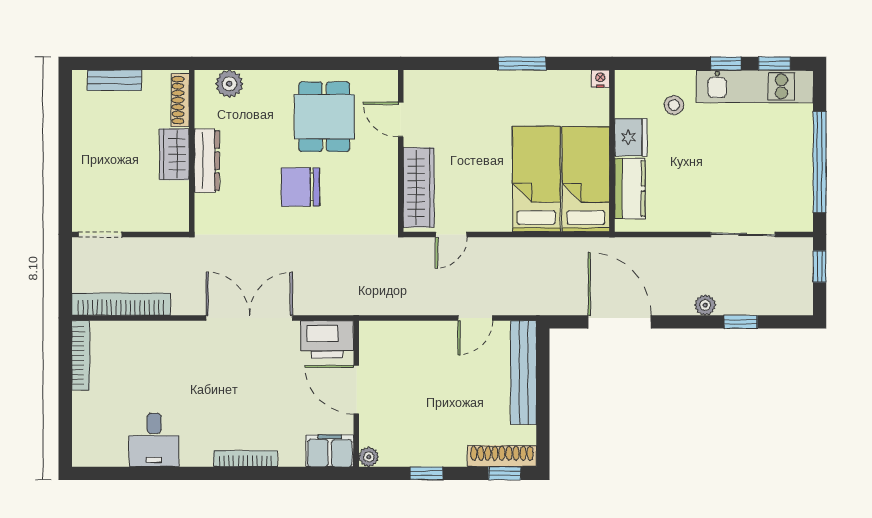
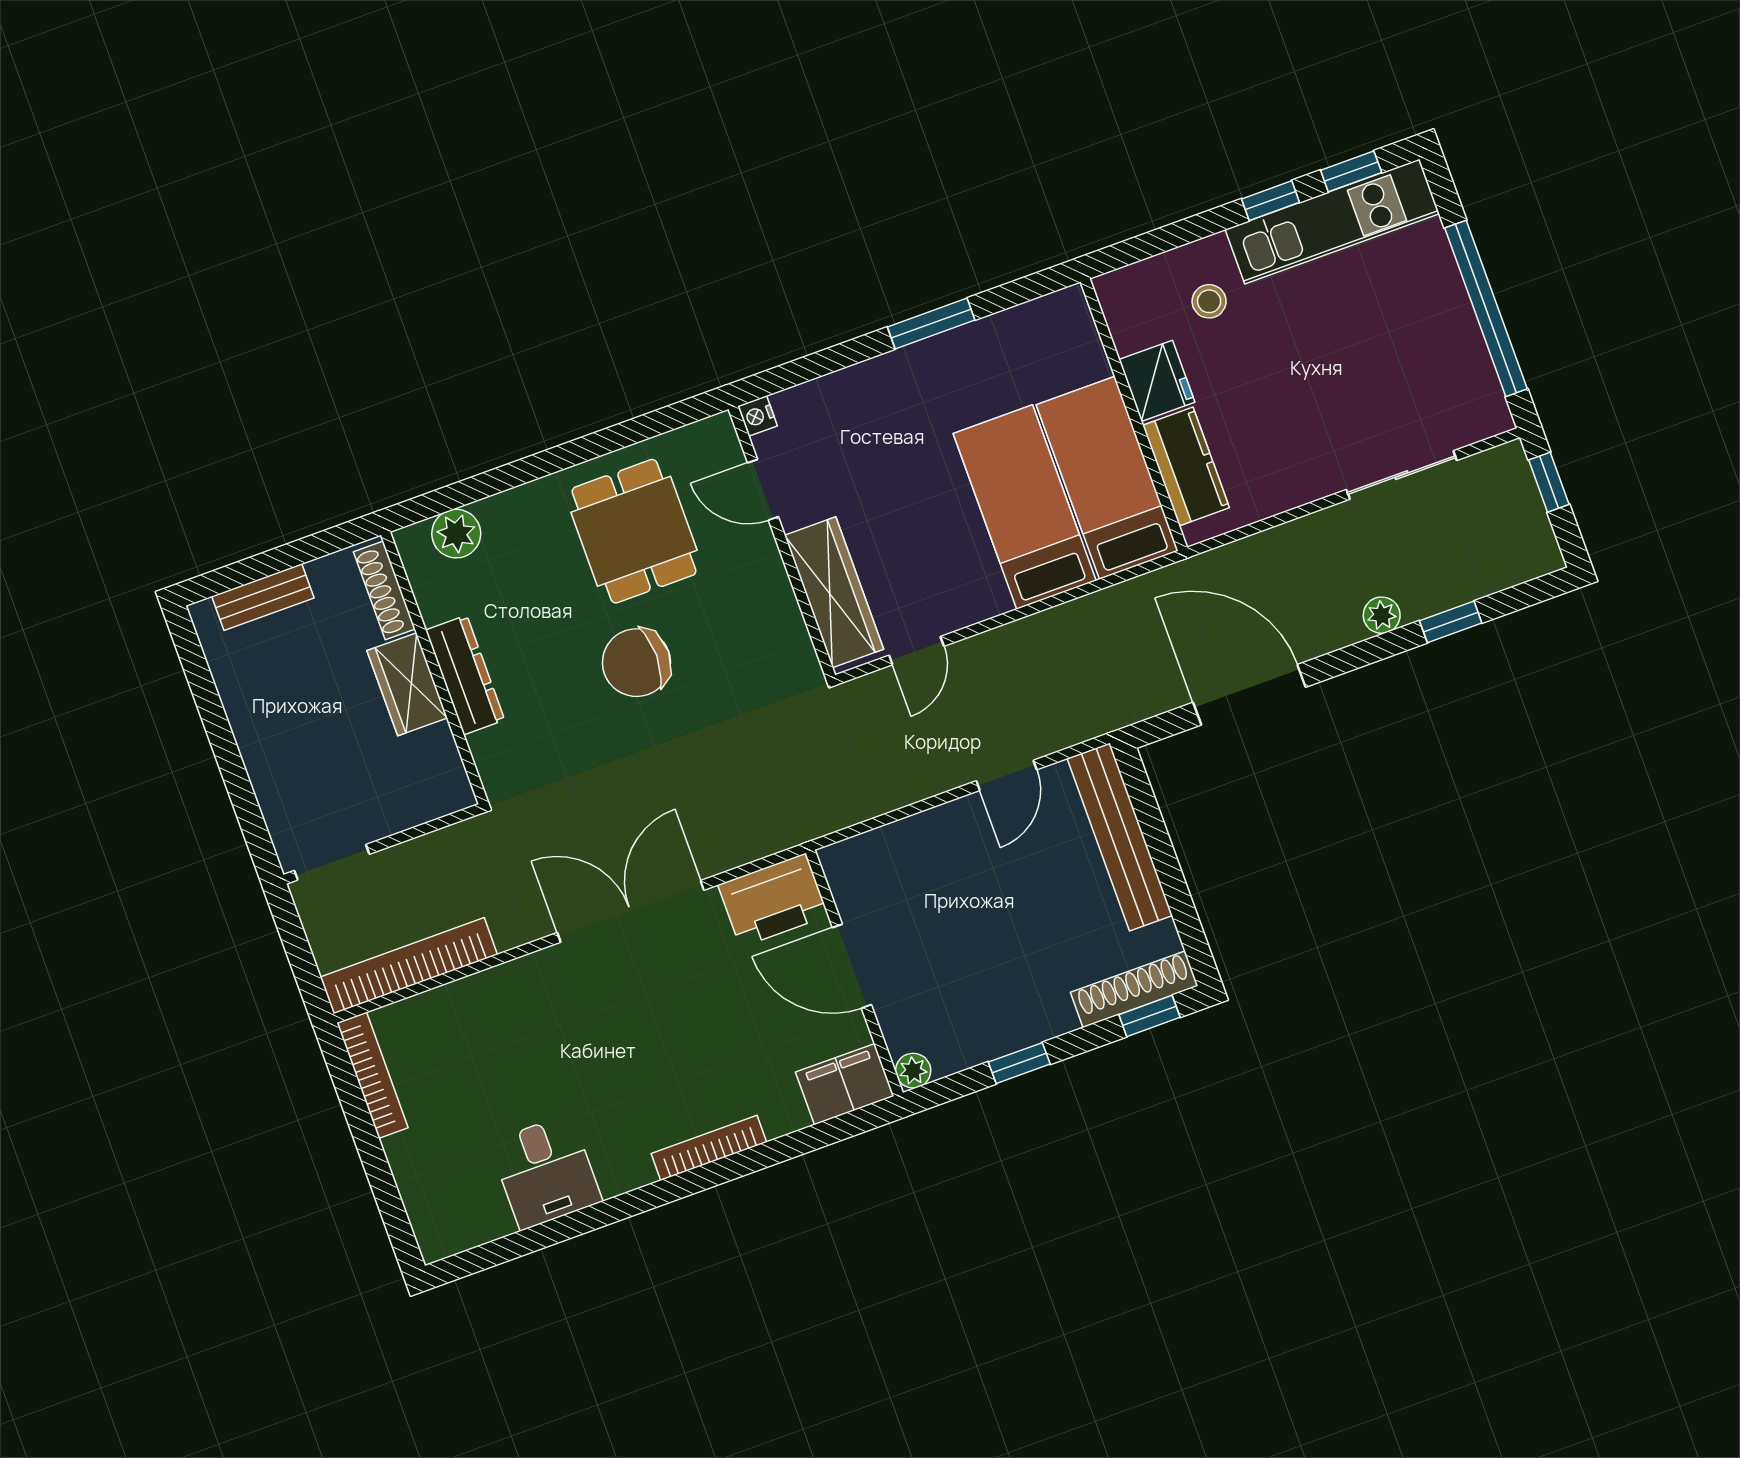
nightstand: (600, 79) -> (757, 416), moved, turned -90

